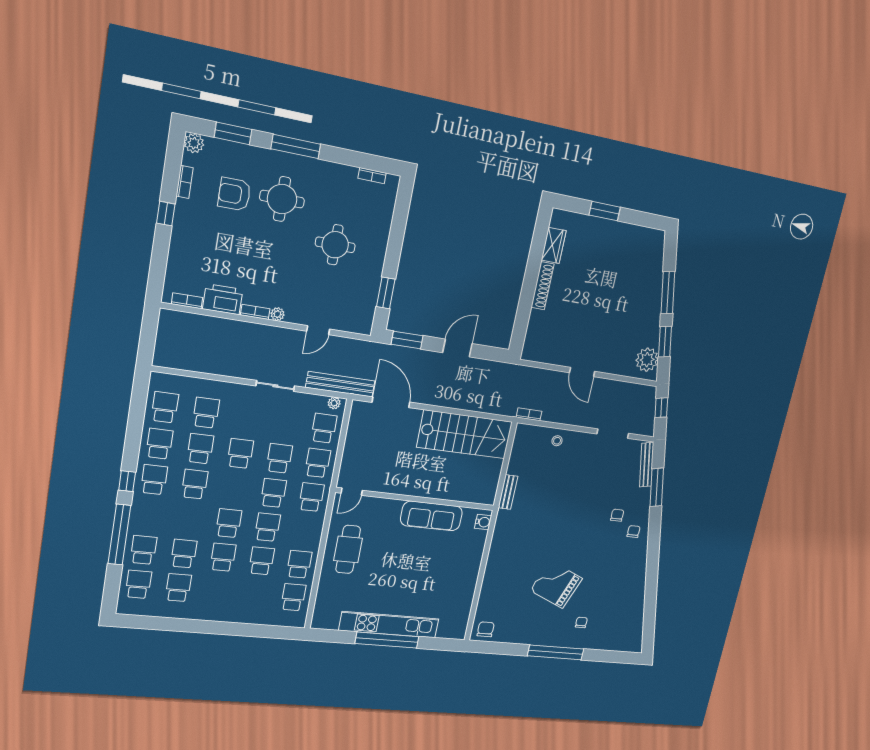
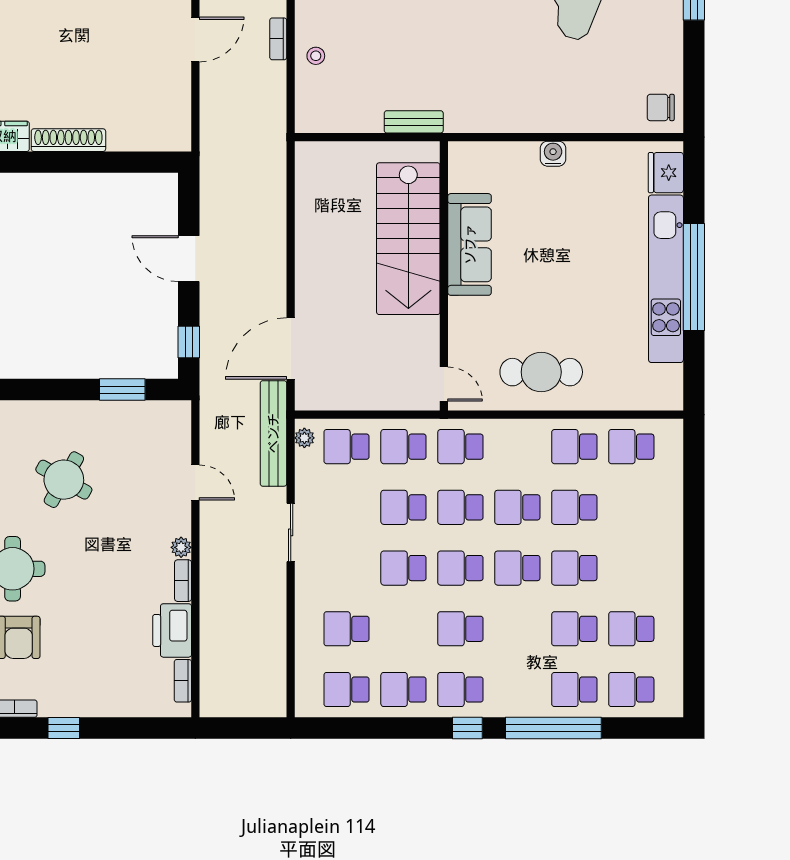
round table: (335, 245) -> (64, 480), turned 30
window: (407, 340) -> (189, 342), width x0.67
bookcase: (529, 414) -> (278, 39), moved
stairs: (465, 434) -> (408, 239), moved, turned 180
school desk: (200, 449) -> (460, 568), moved
water cooler: (483, 522) -> (553, 154), moved
fridge: (449, 629) -> (666, 173), added

